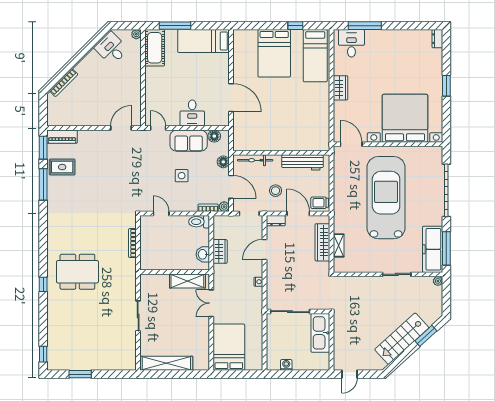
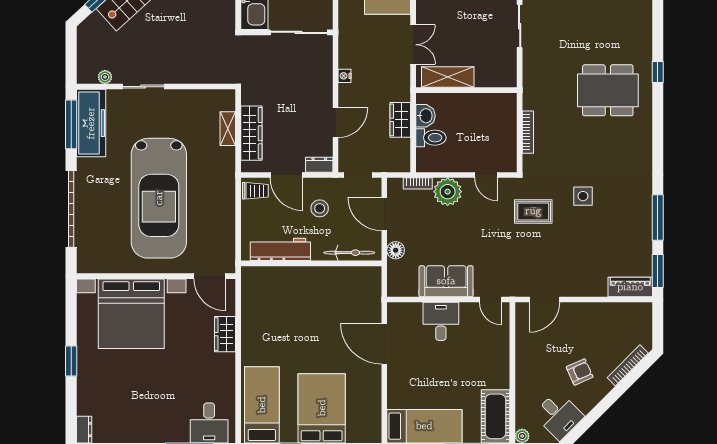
armchair: (97, 78) -> (580, 372), added
wardrobe: (341, 88) -> (225, 334), moved
floor lamp: (214, 136) -> (409, 288), removed
rug: (62, 167) -> (533, 211), moved
side table: (182, 176) -> (583, 196), moved
plant: (224, 207) -> (448, 192), moved, width x1.87, depth x1.87
toilet: (199, 222) -> (431, 138), moved
plant: (438, 281) -> (105, 77), moved

